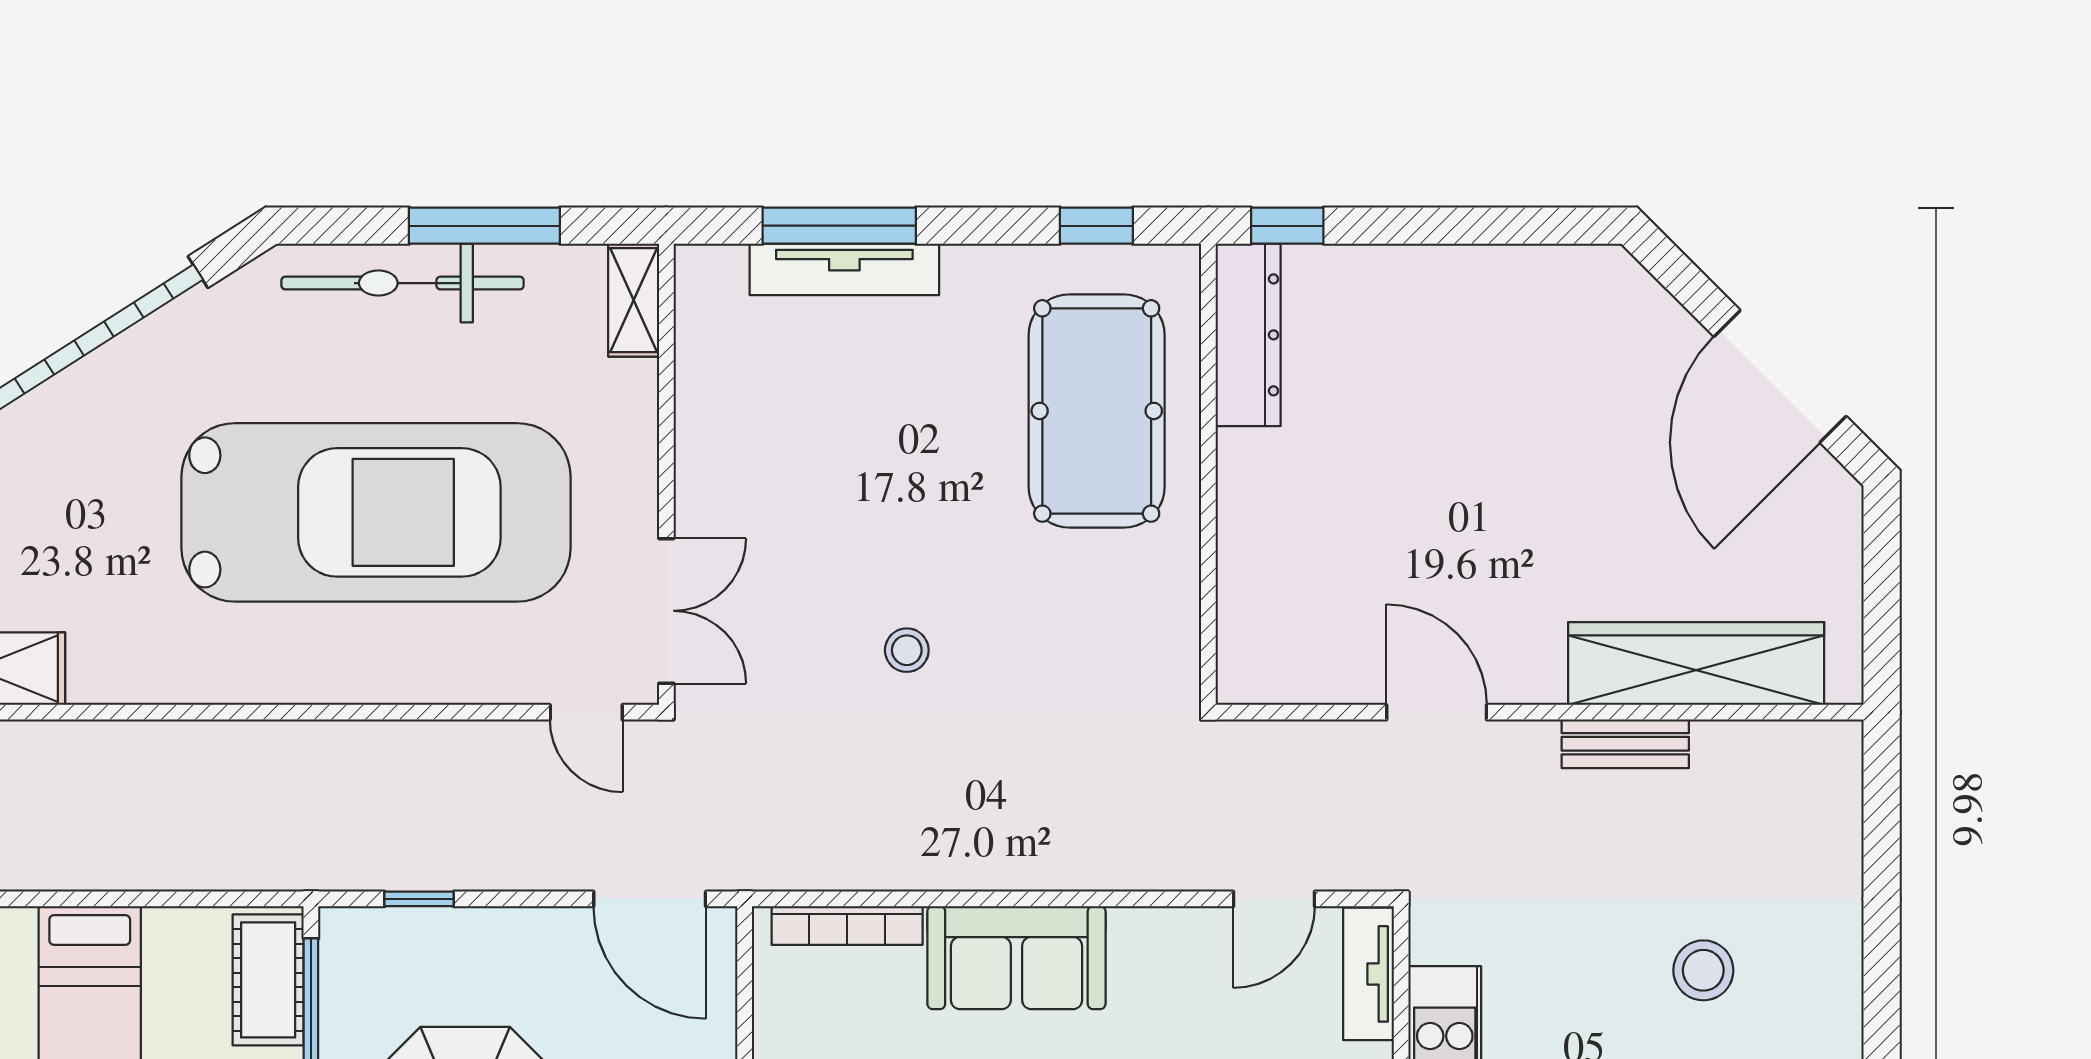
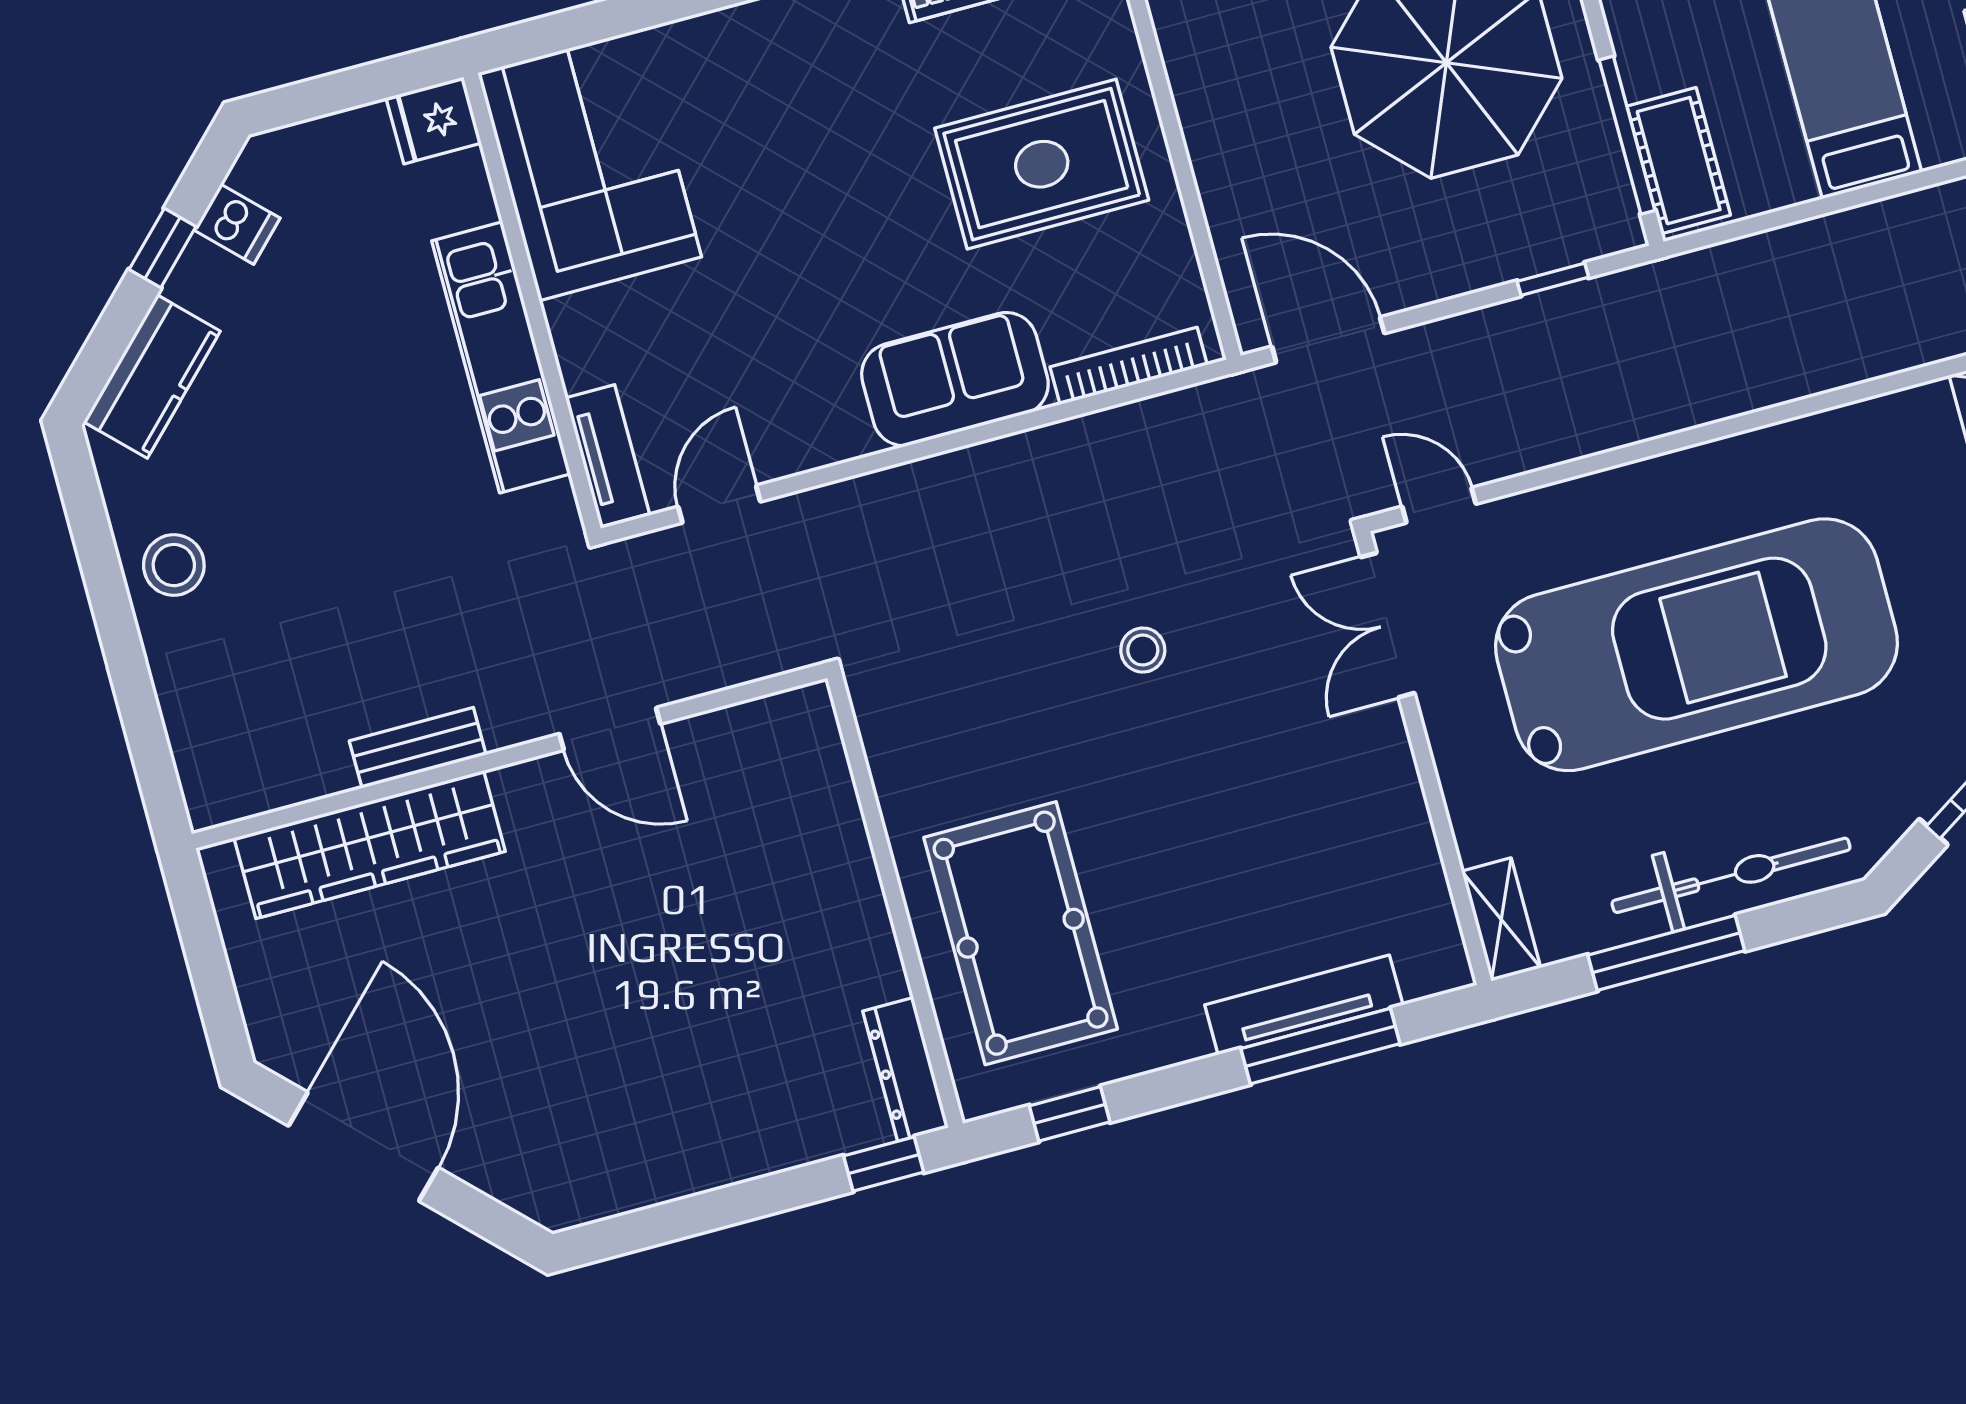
dresser: (1248, 335) -> (906, 1069), width x0.73, depth x0.80
car: (376, 512) -> (1696, 645), turned 180
stool: (1703, 970) -> (174, 565), moved

